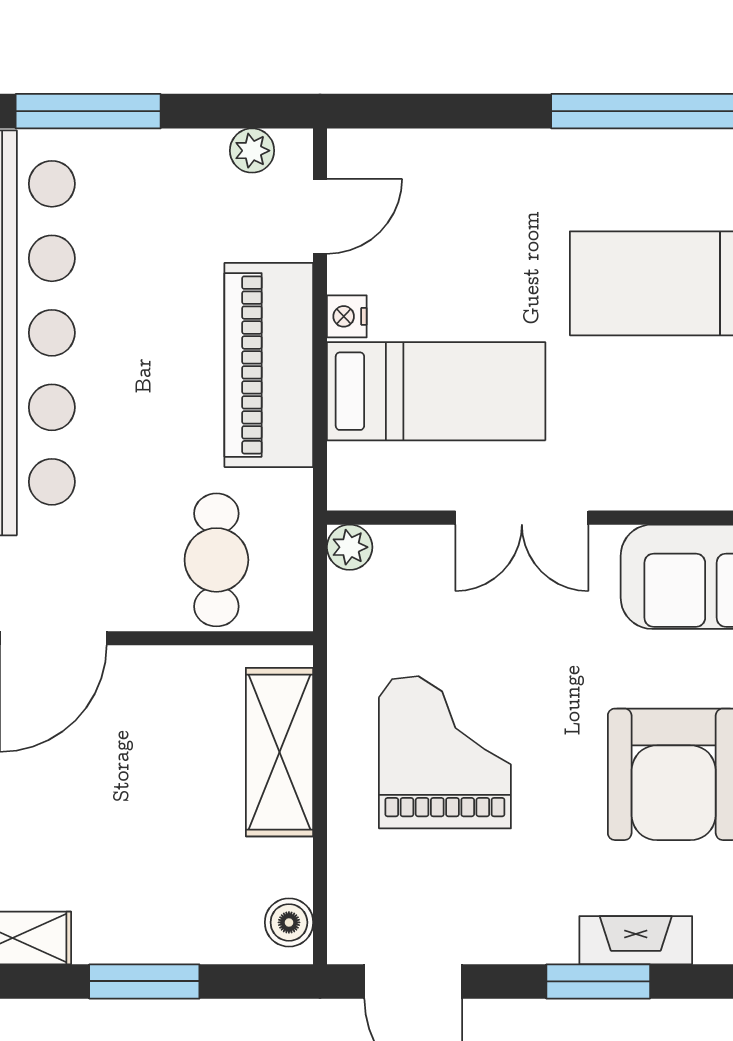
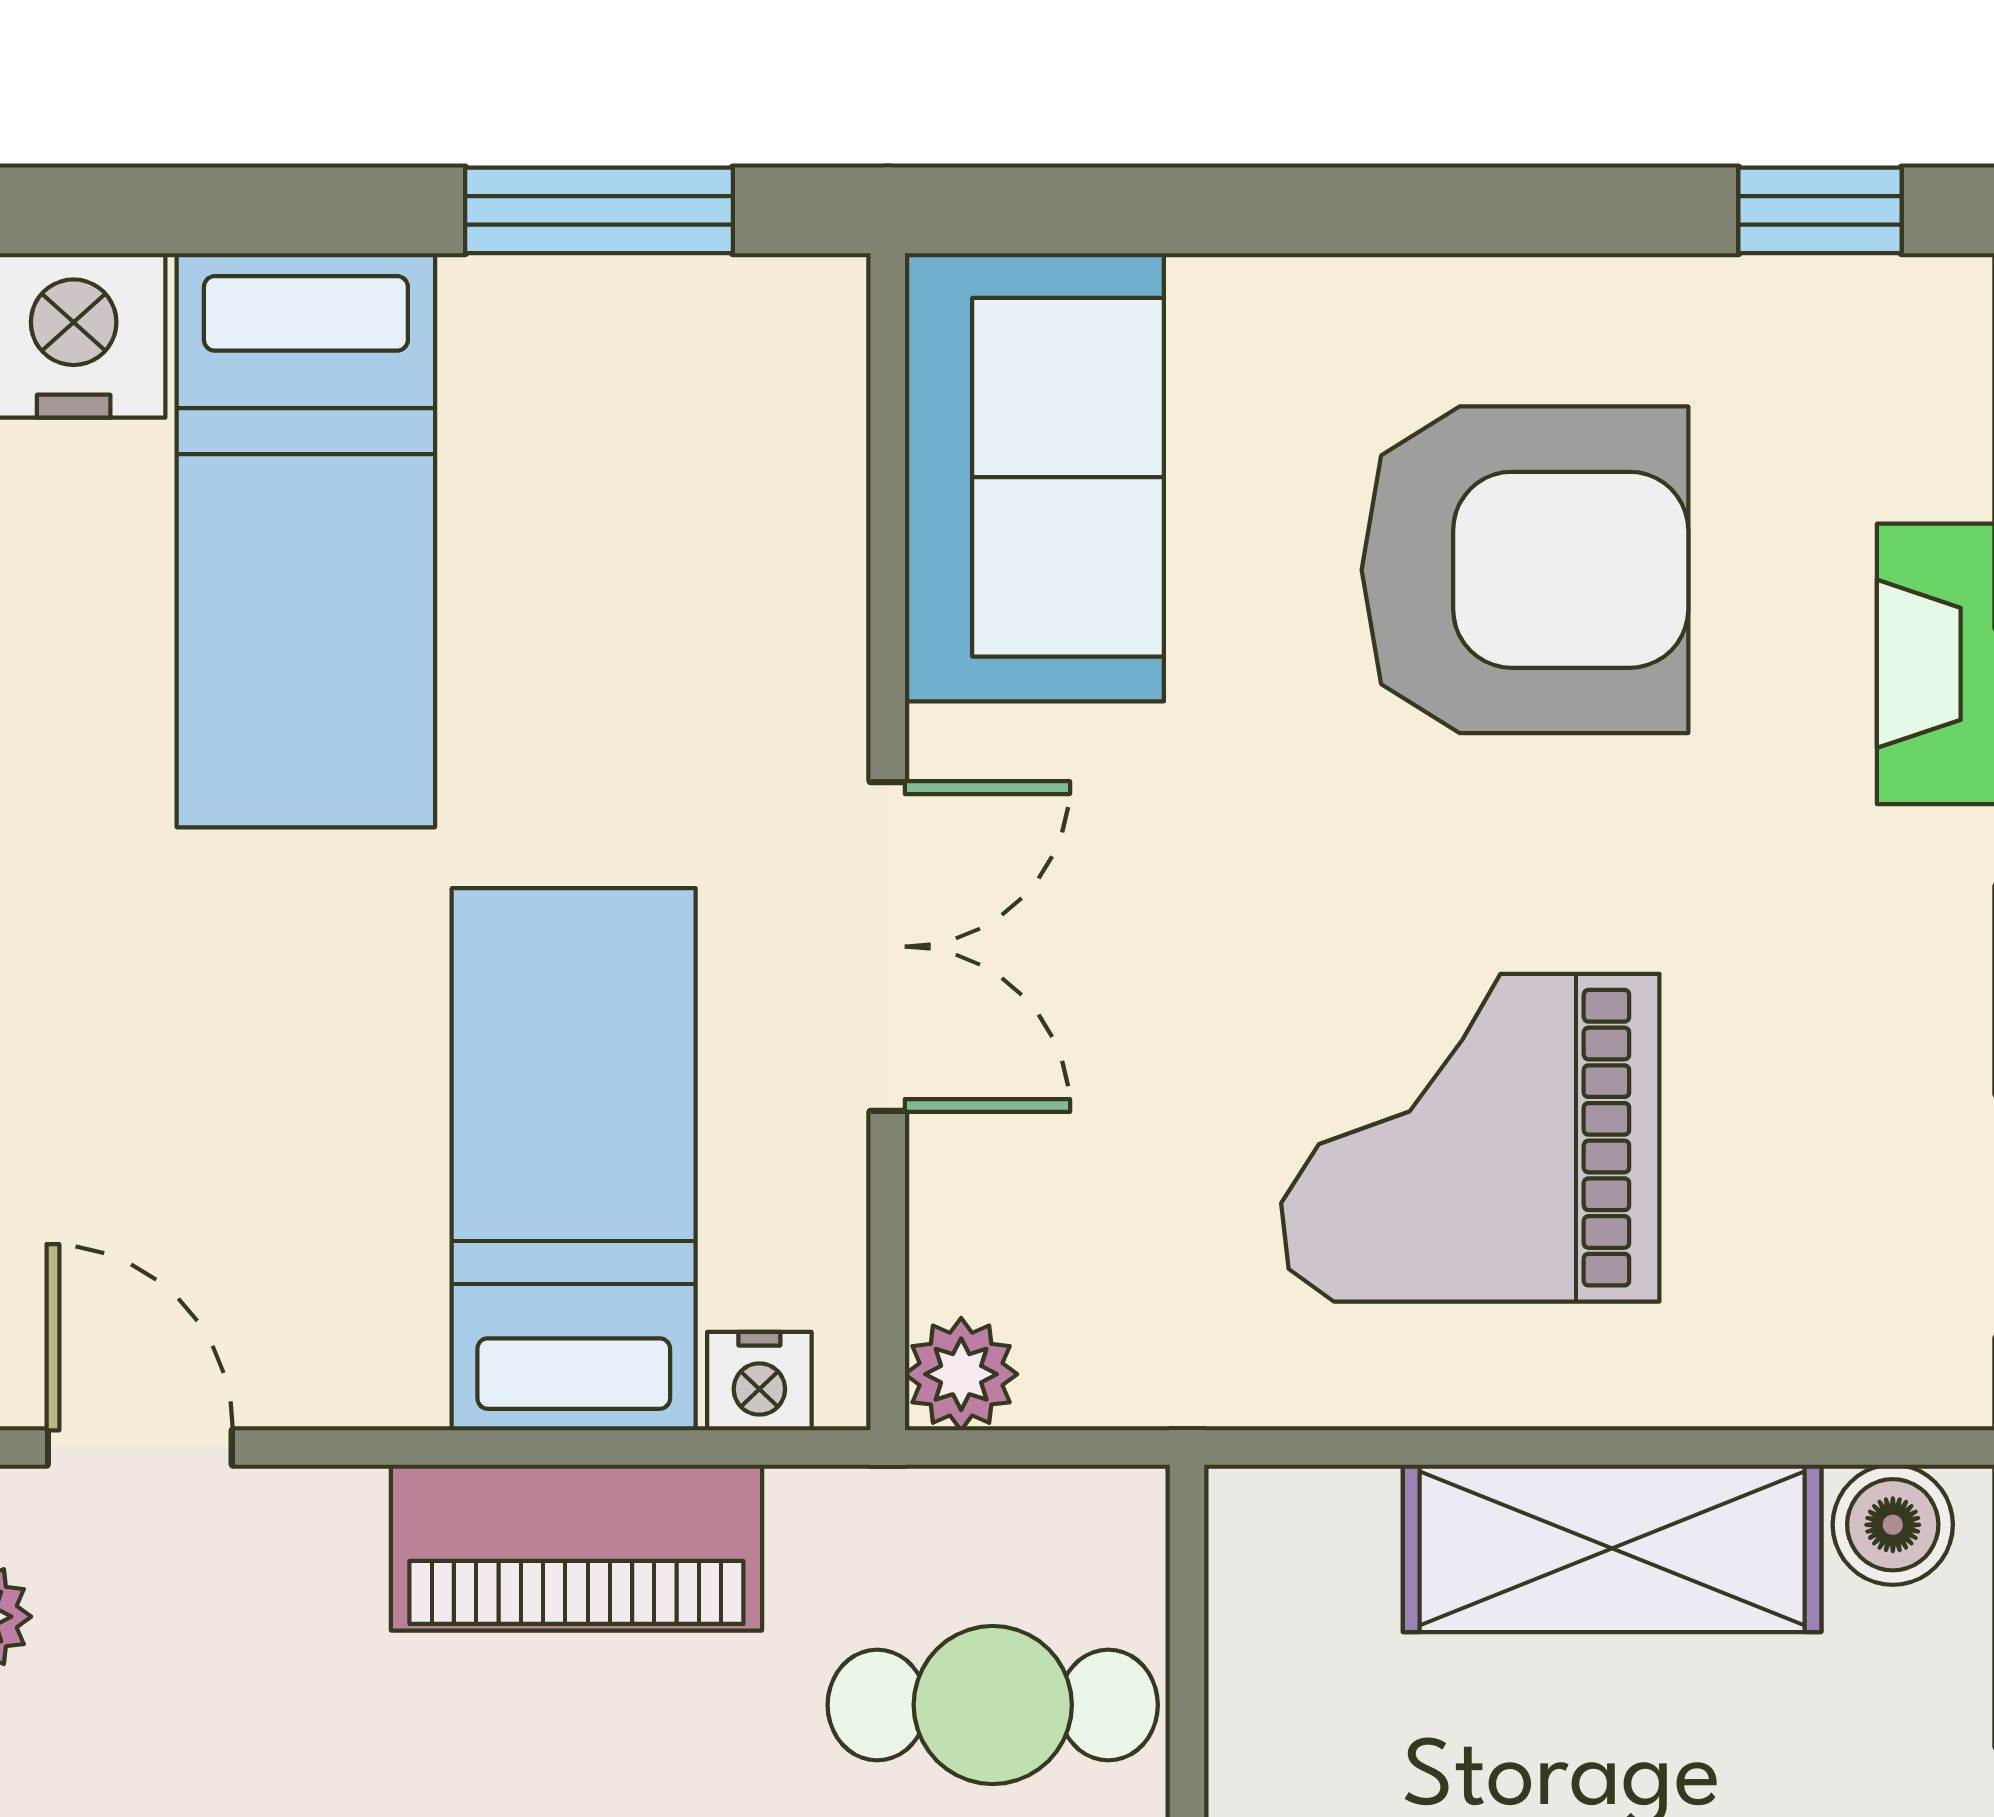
nightstand: (347, 316) -> (759, 1381), moved
piano: (269, 365) -> (576, 1548), width x0.73, depth x0.75
shelving: (279, 752) -> (1612, 1548), moved

